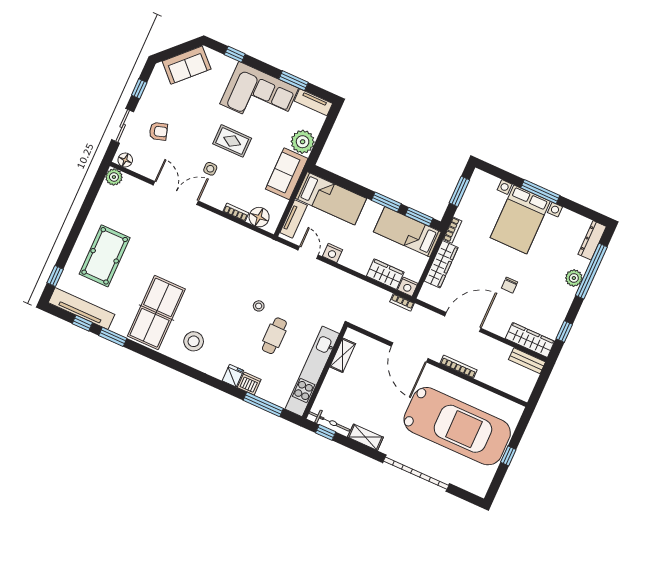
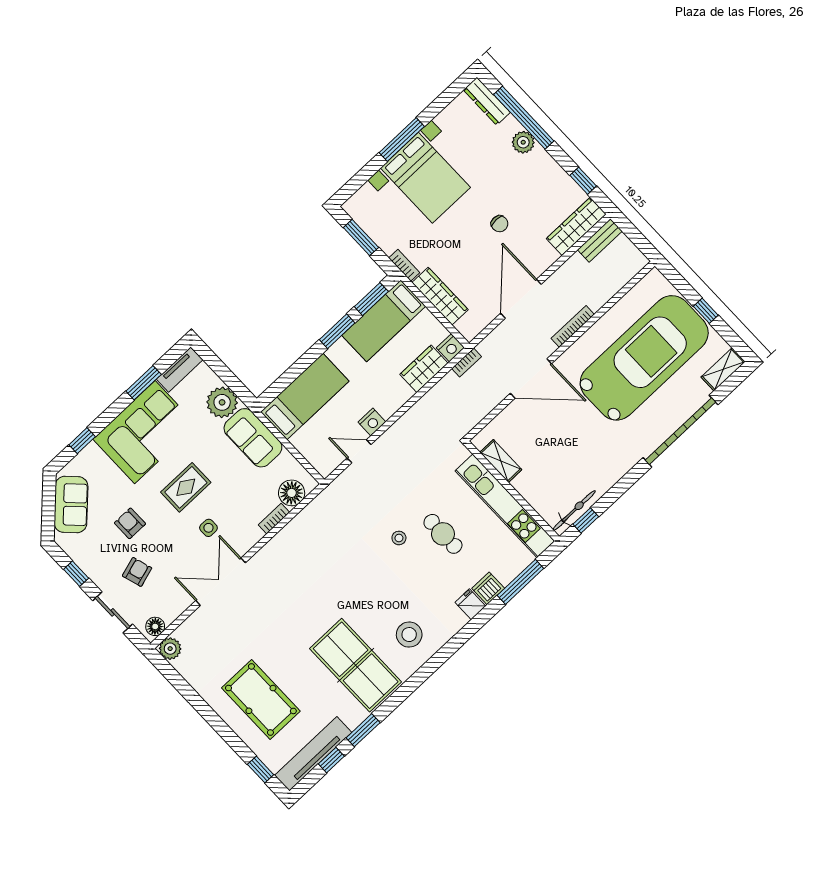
armchair: (190, 112) -> (130, 523), added
tv unit: (294, 219) -> (311, 452), removed
shelving: (365, 437) -> (723, 369), moved

